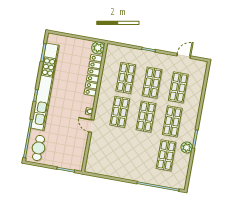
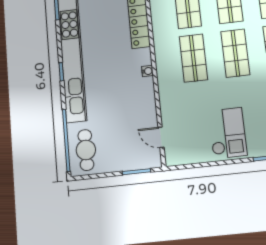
door: (91, 126) -> (161, 137), moved
checkout: (127, 163) -> (228, 133), added

